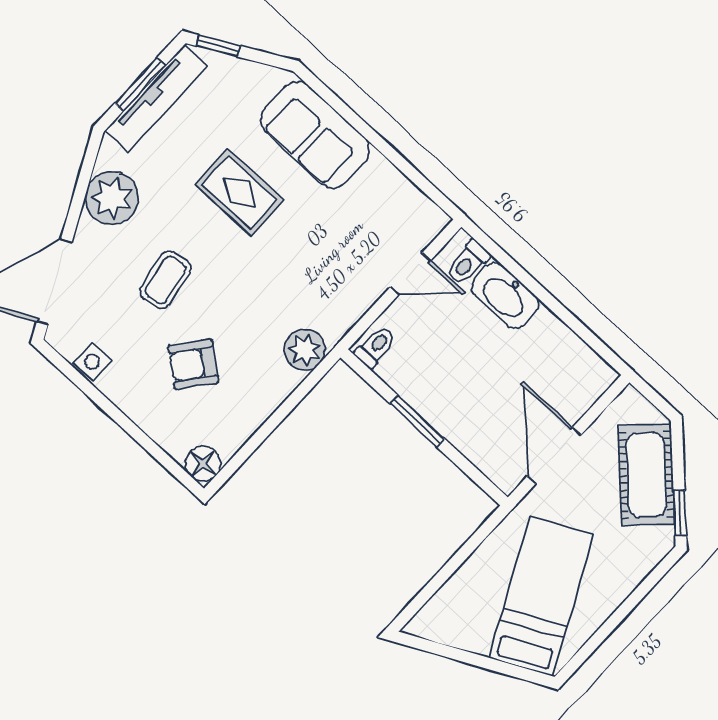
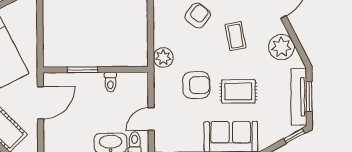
armchair: (294, 261) -> (196, 85), added
toilet: (375, 347) -> (110, 82), moved
window: (417, 421) -> (82, 70), moved
door: (554, 456) -> (40, 103), hinge flipped

